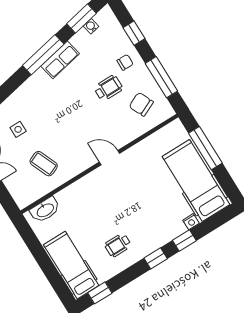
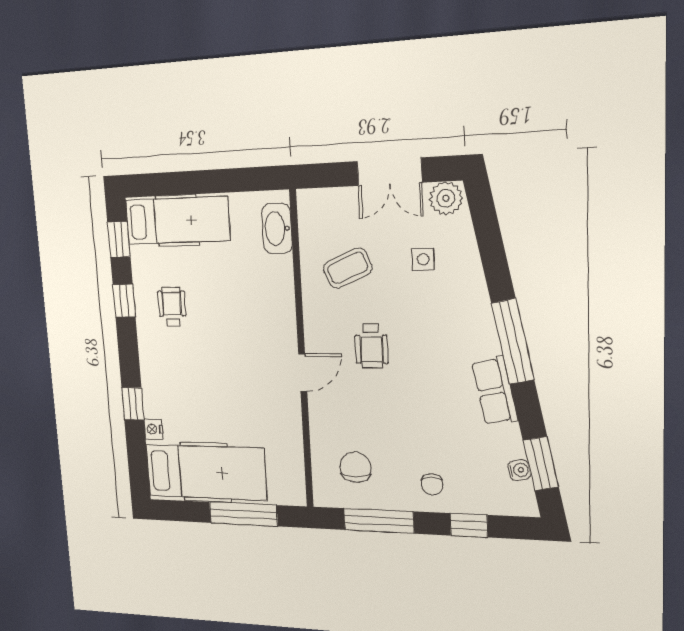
window: (43, 55) -> (513, 341), moved
wheelchair: (108, 88) -> (371, 346), moved
chair: (141, 104) -> (355, 467), turned -65
window: (156, 258) -> (124, 301), moved

